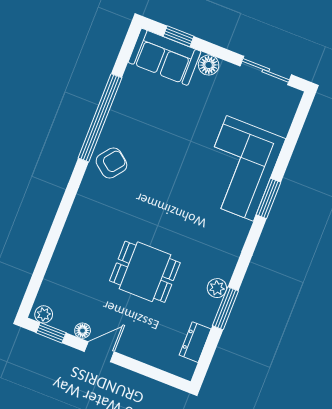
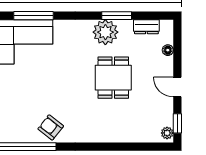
window: (268, 198) -> (34, 16), width x1.44
plant: (217, 288) -> (105, 32), width x1.87, depth x1.87
floor lamp: (83, 331) -> (168, 50), moved

